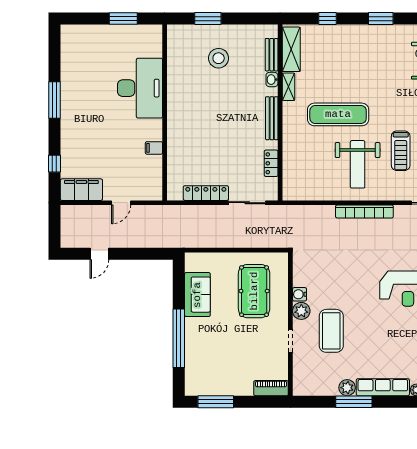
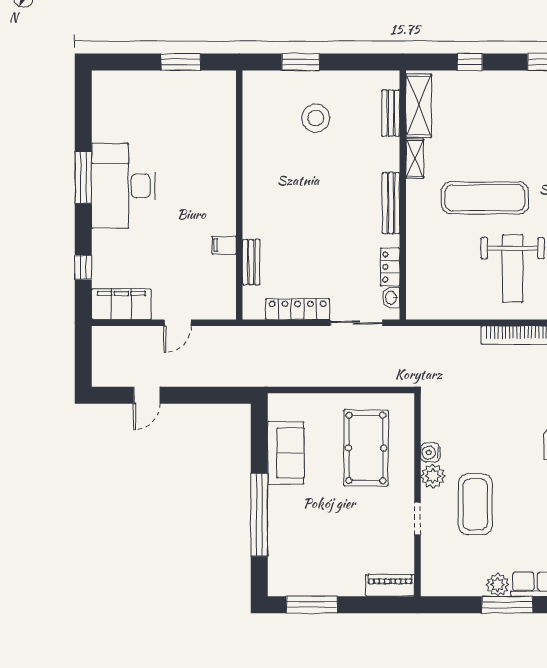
washbasin: (272, 80) -> (391, 298), moved
desk: (140, 88) -> (123, 186), moved, turned 180
bench: (173, 160) -> (251, 262), added

